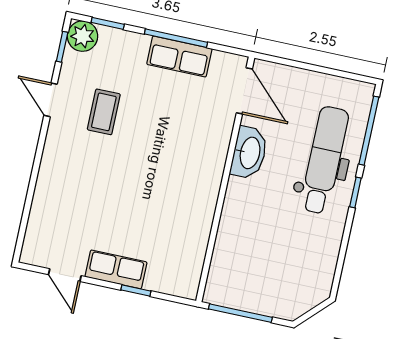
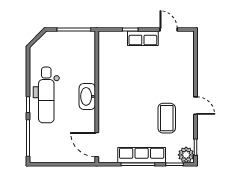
row of seats: (179, 56) -> (142, 155), width x1.48
door: (51, 100) -> (195, 106), moved
coffee table: (104, 112) -> (167, 118), width x1.36, depth x1.30
washbasin: (249, 153) -> (87, 96), moved
dental chair: (324, 160) -> (46, 95), moved

